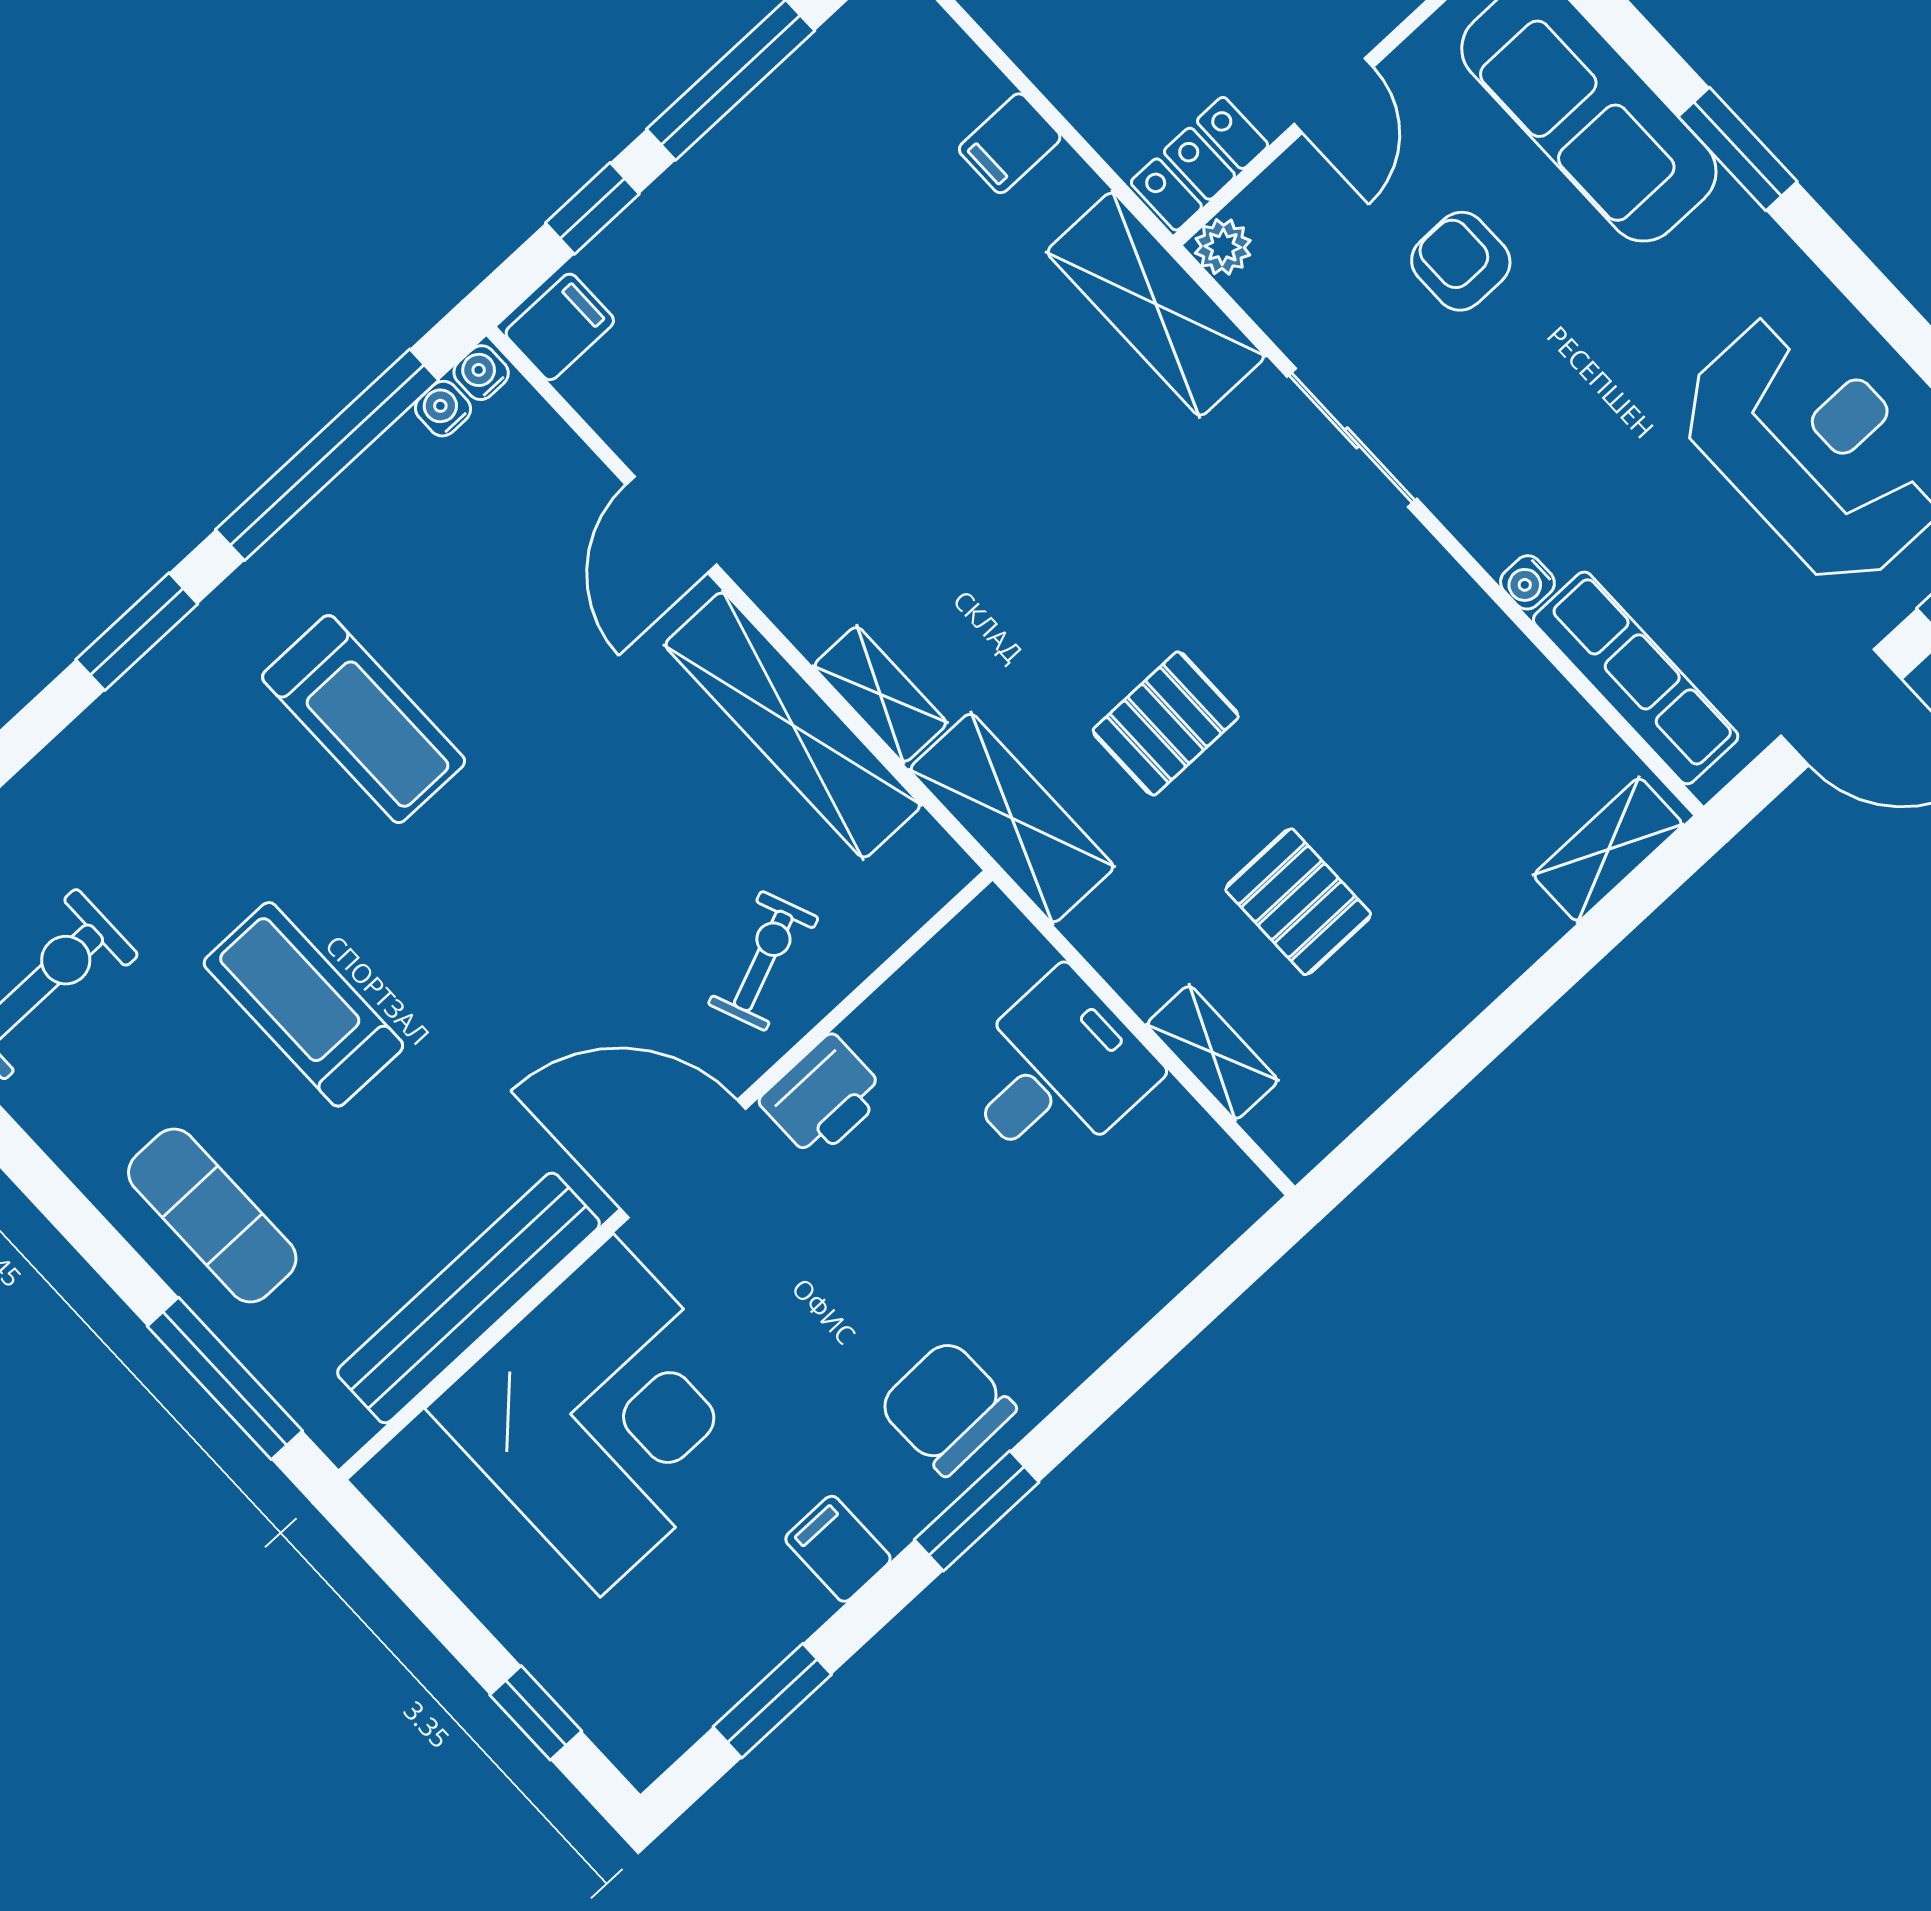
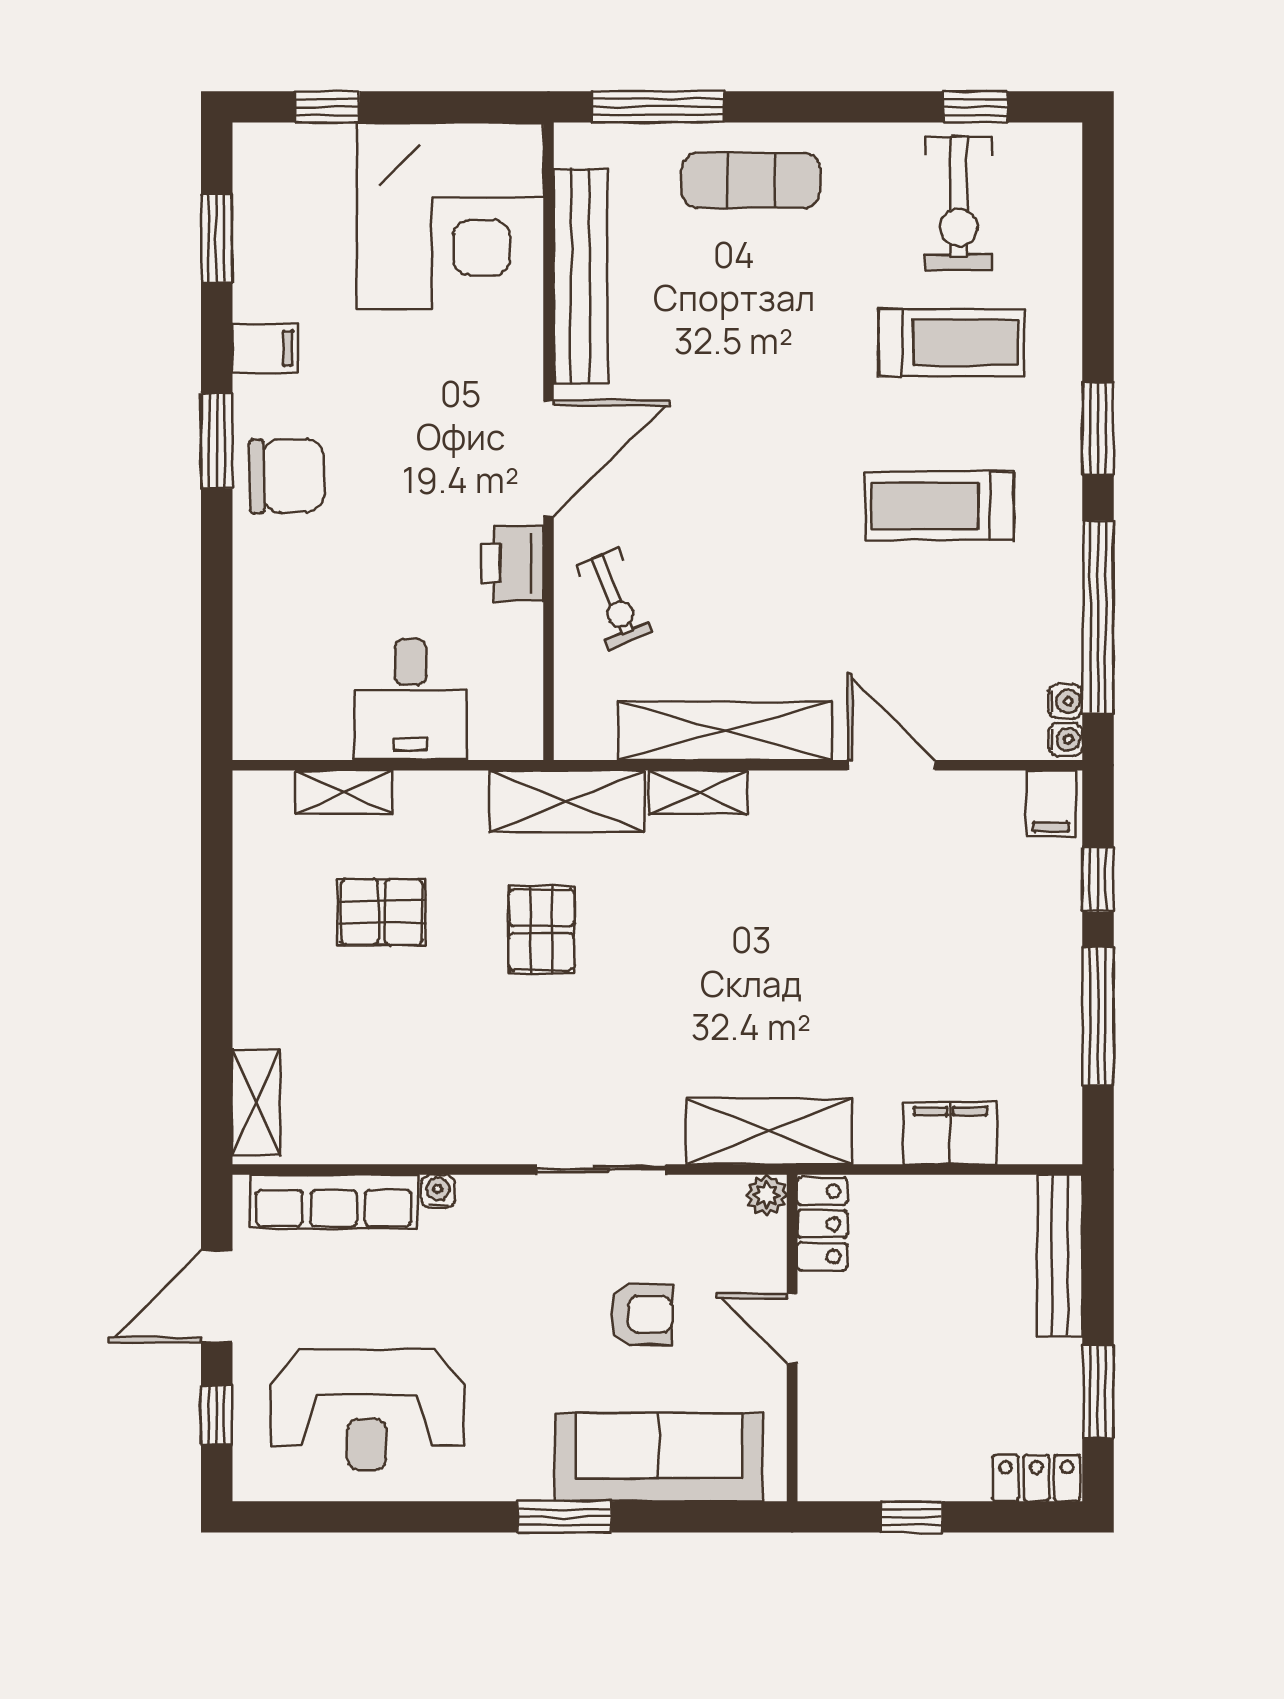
filing cabinet: (1010, 143) -> (950, 1133), width x2.00
treadmill: (303, 1004) -> (951, 342), moved
corner desk: (607, 1415) -> (450, 216), moved, turned -90

